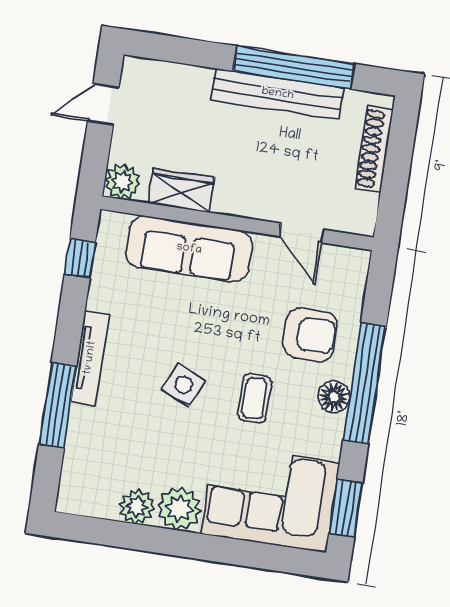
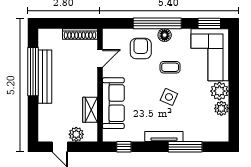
shoe rack: (374, 149) -> (80, 34), moved
plant: (122, 181) -> (76, 134), moved

